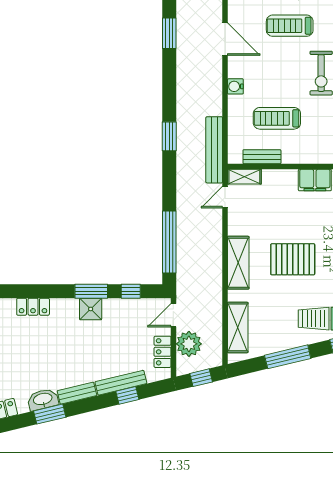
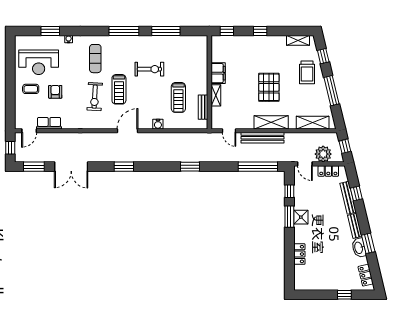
bench: (214, 150) -> (262, 138), moved
shelving: (244, 177) -> (216, 95), moved

